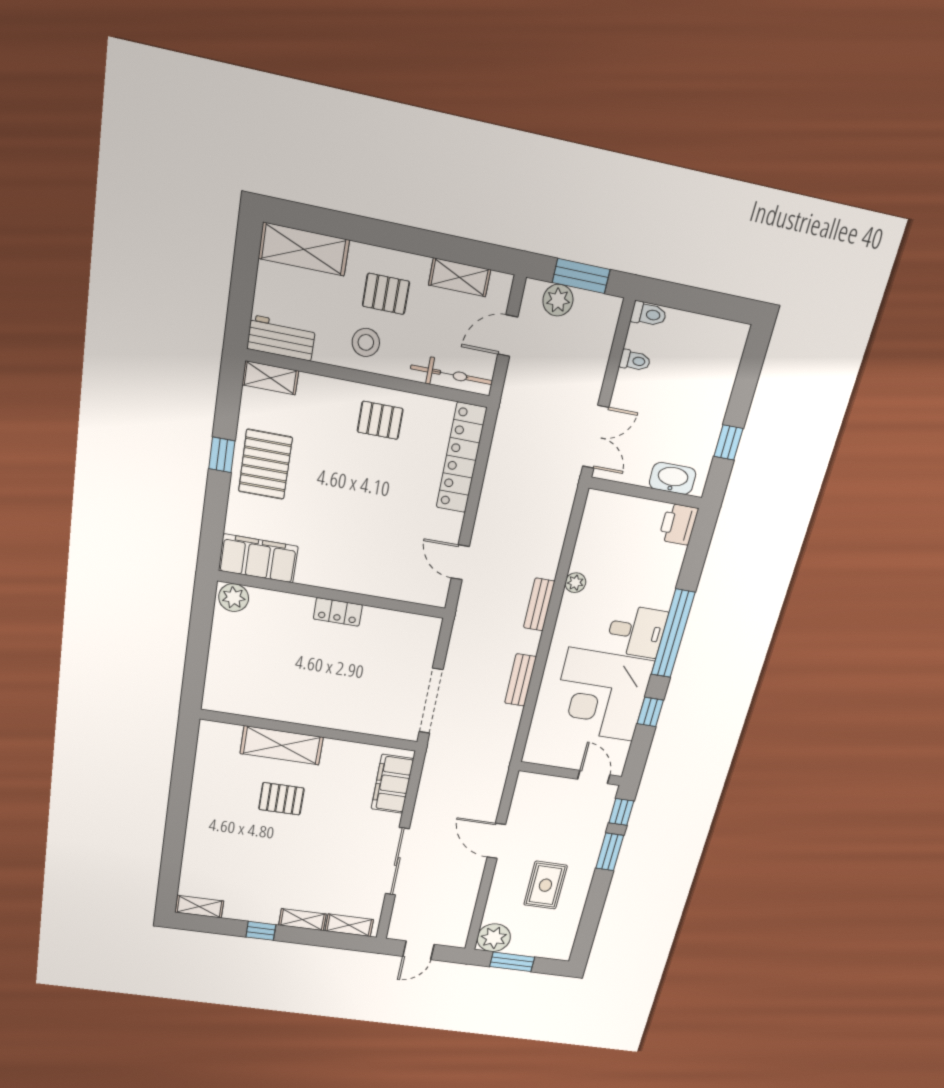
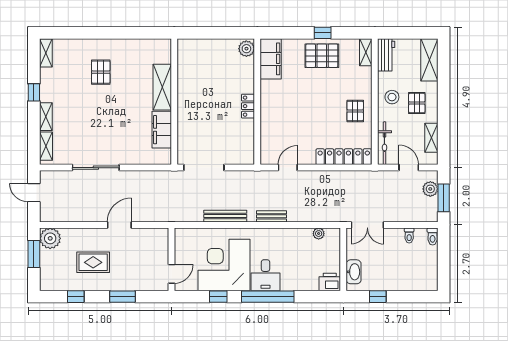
plant: (575, 583) -> (319, 234), moved
bench: (520, 680) -> (225, 216), width x1.36
filing cabinet: (392, 784) -> (162, 130), moved, turned -90
pallet: (281, 799) -> (101, 72), moved
window: (621, 812) -> (76, 297), moved

